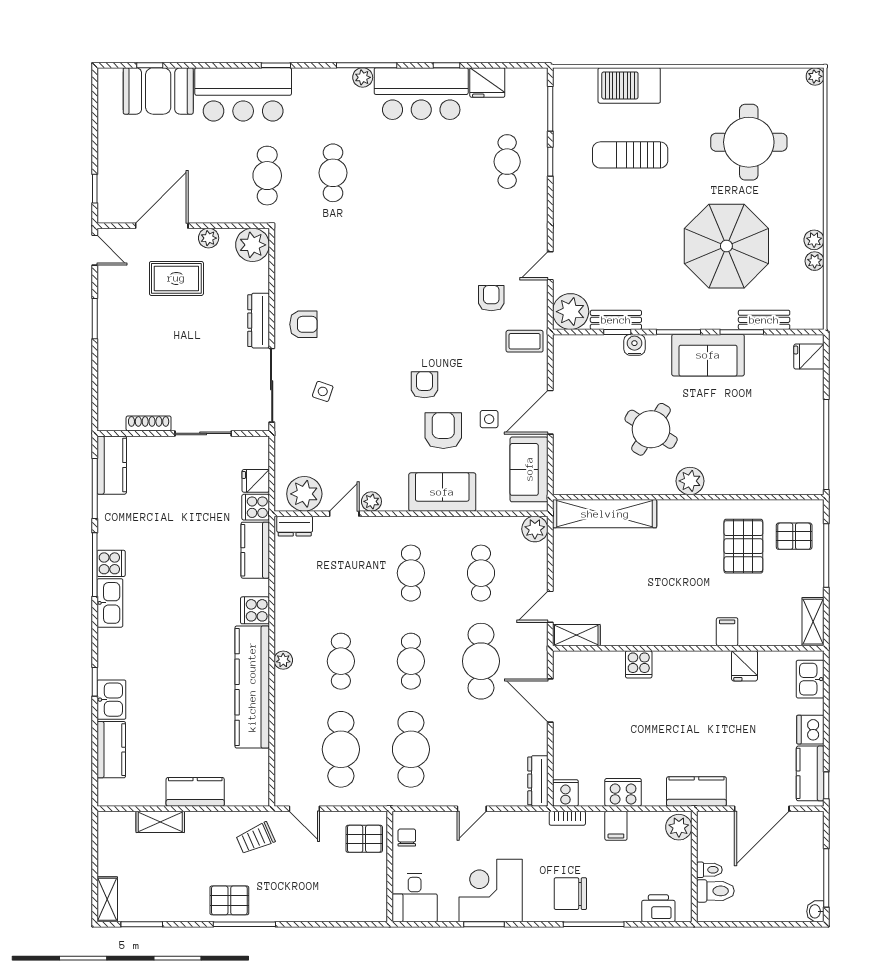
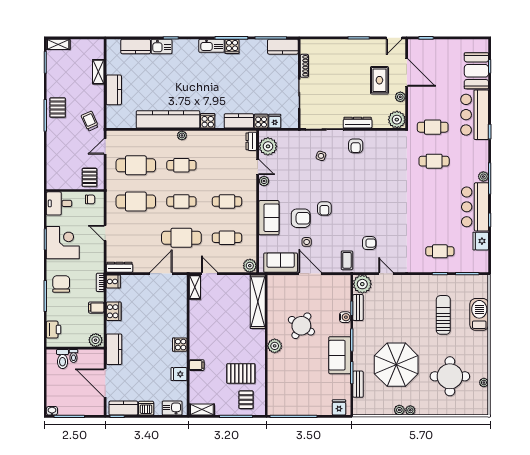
plant: (815, 76) -> (484, 383), moved
plant: (815, 261) -> (410, 410), moved
armchair: (425, 385) -> (324, 209), turned 90
cooker: (639, 664) -> (180, 345), moved

